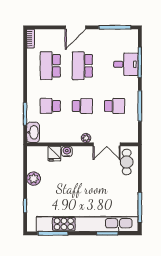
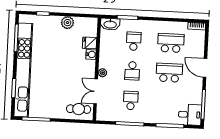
desk: (126, 64) -> (190, 115), moved, turned -90
school desk: (115, 106) -> (131, 100), turned 180

